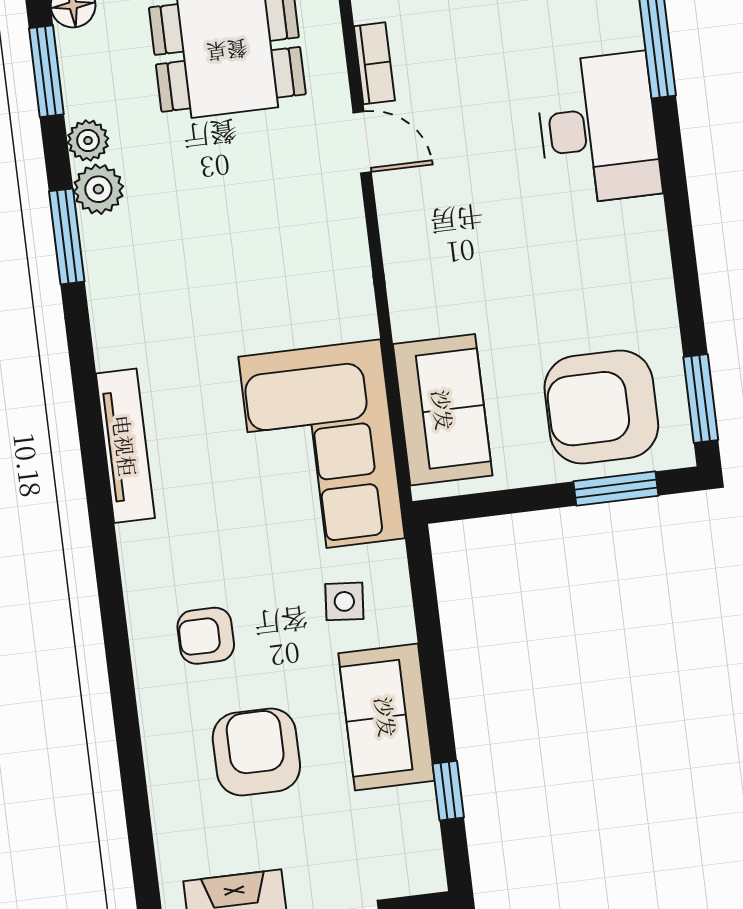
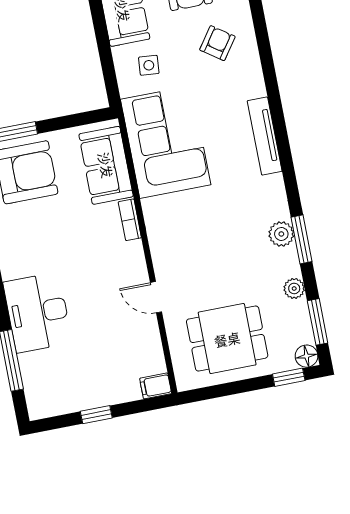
bookcase: (374, 63) -> (130, 220), moved
plant: (98, 189) -> (281, 234), moved
armchair: (206, 636) -> (217, 43), turned -55

